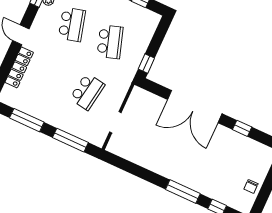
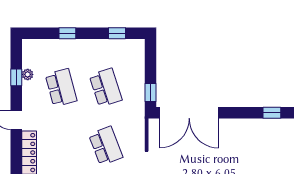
school desk: (87, 92) -> (106, 146), turned -30
double door: (195, 107) -> (189, 113), moved

